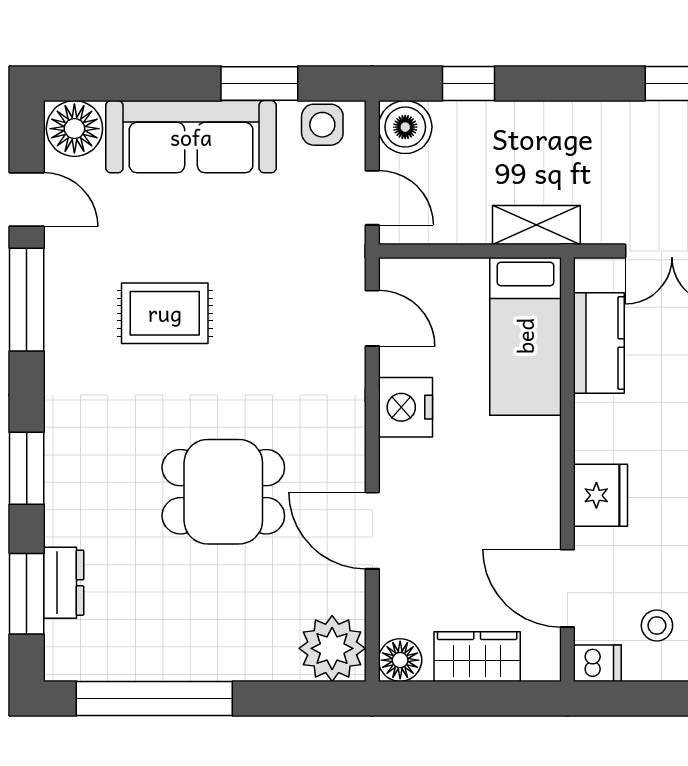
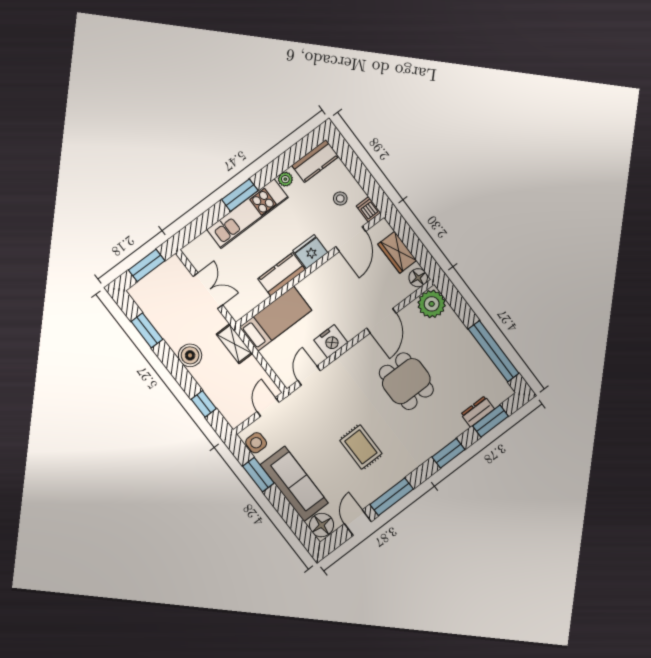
boiler: (405, 127) -> (190, 355), moved
kitchen counter: (599, 343) -> (282, 274), moved

